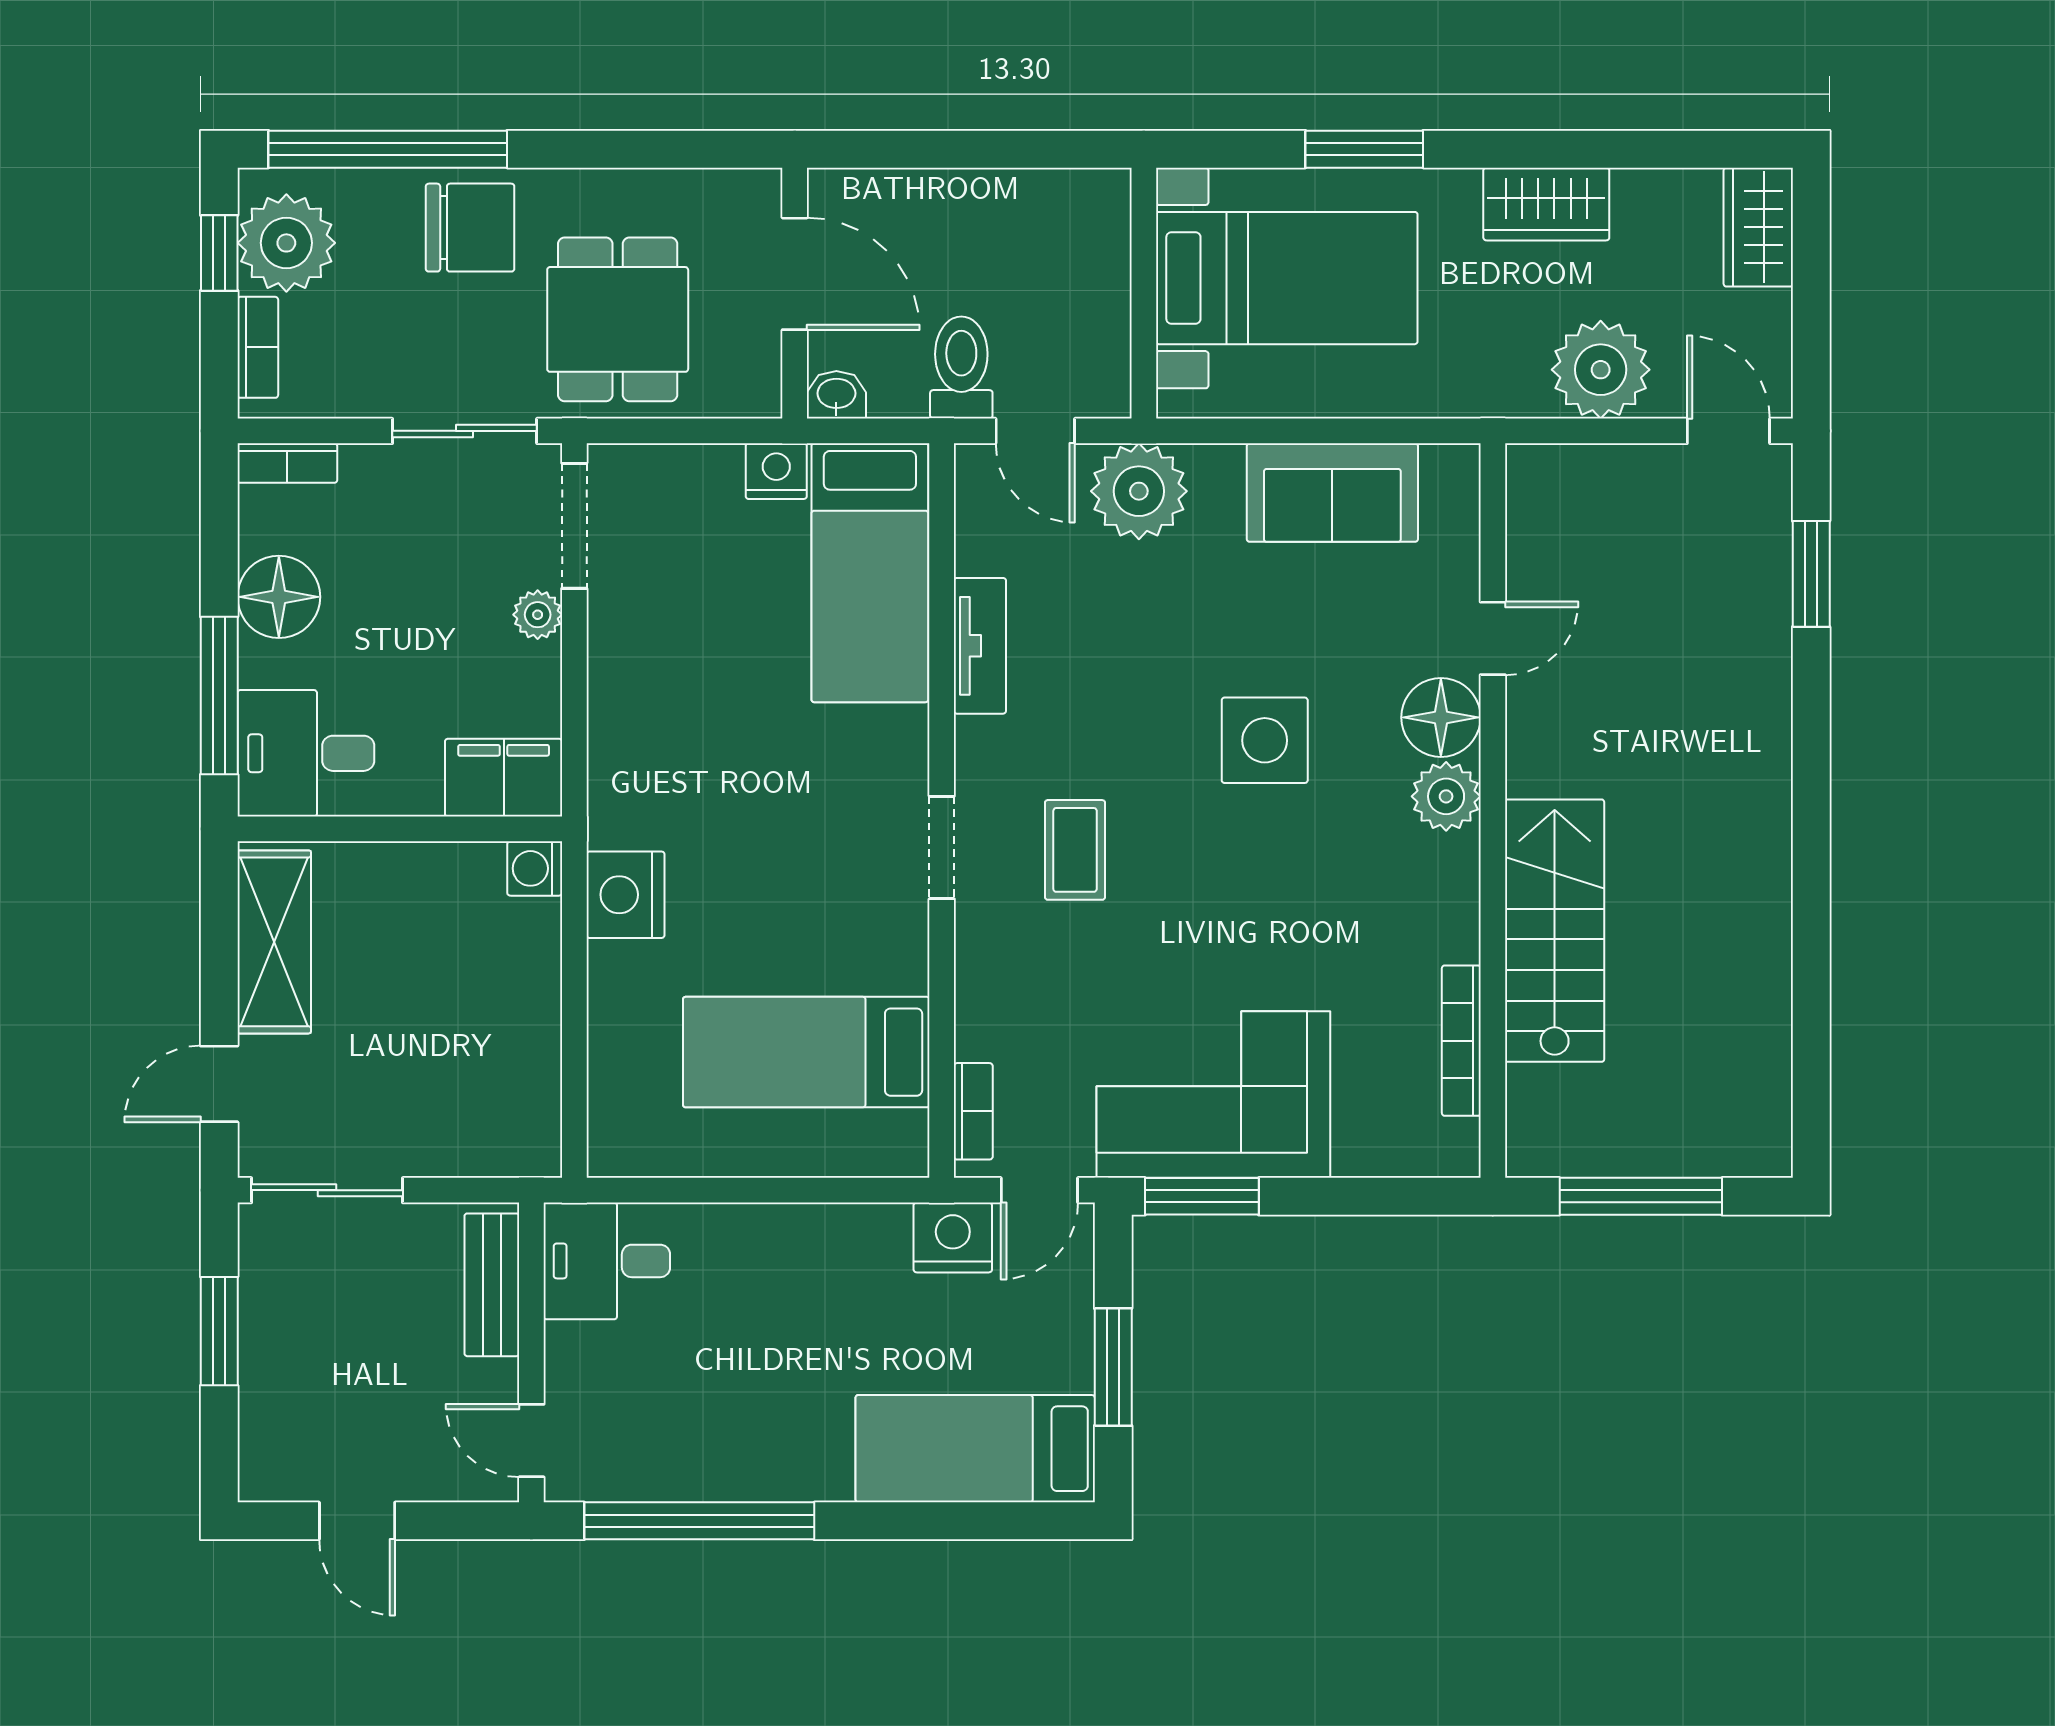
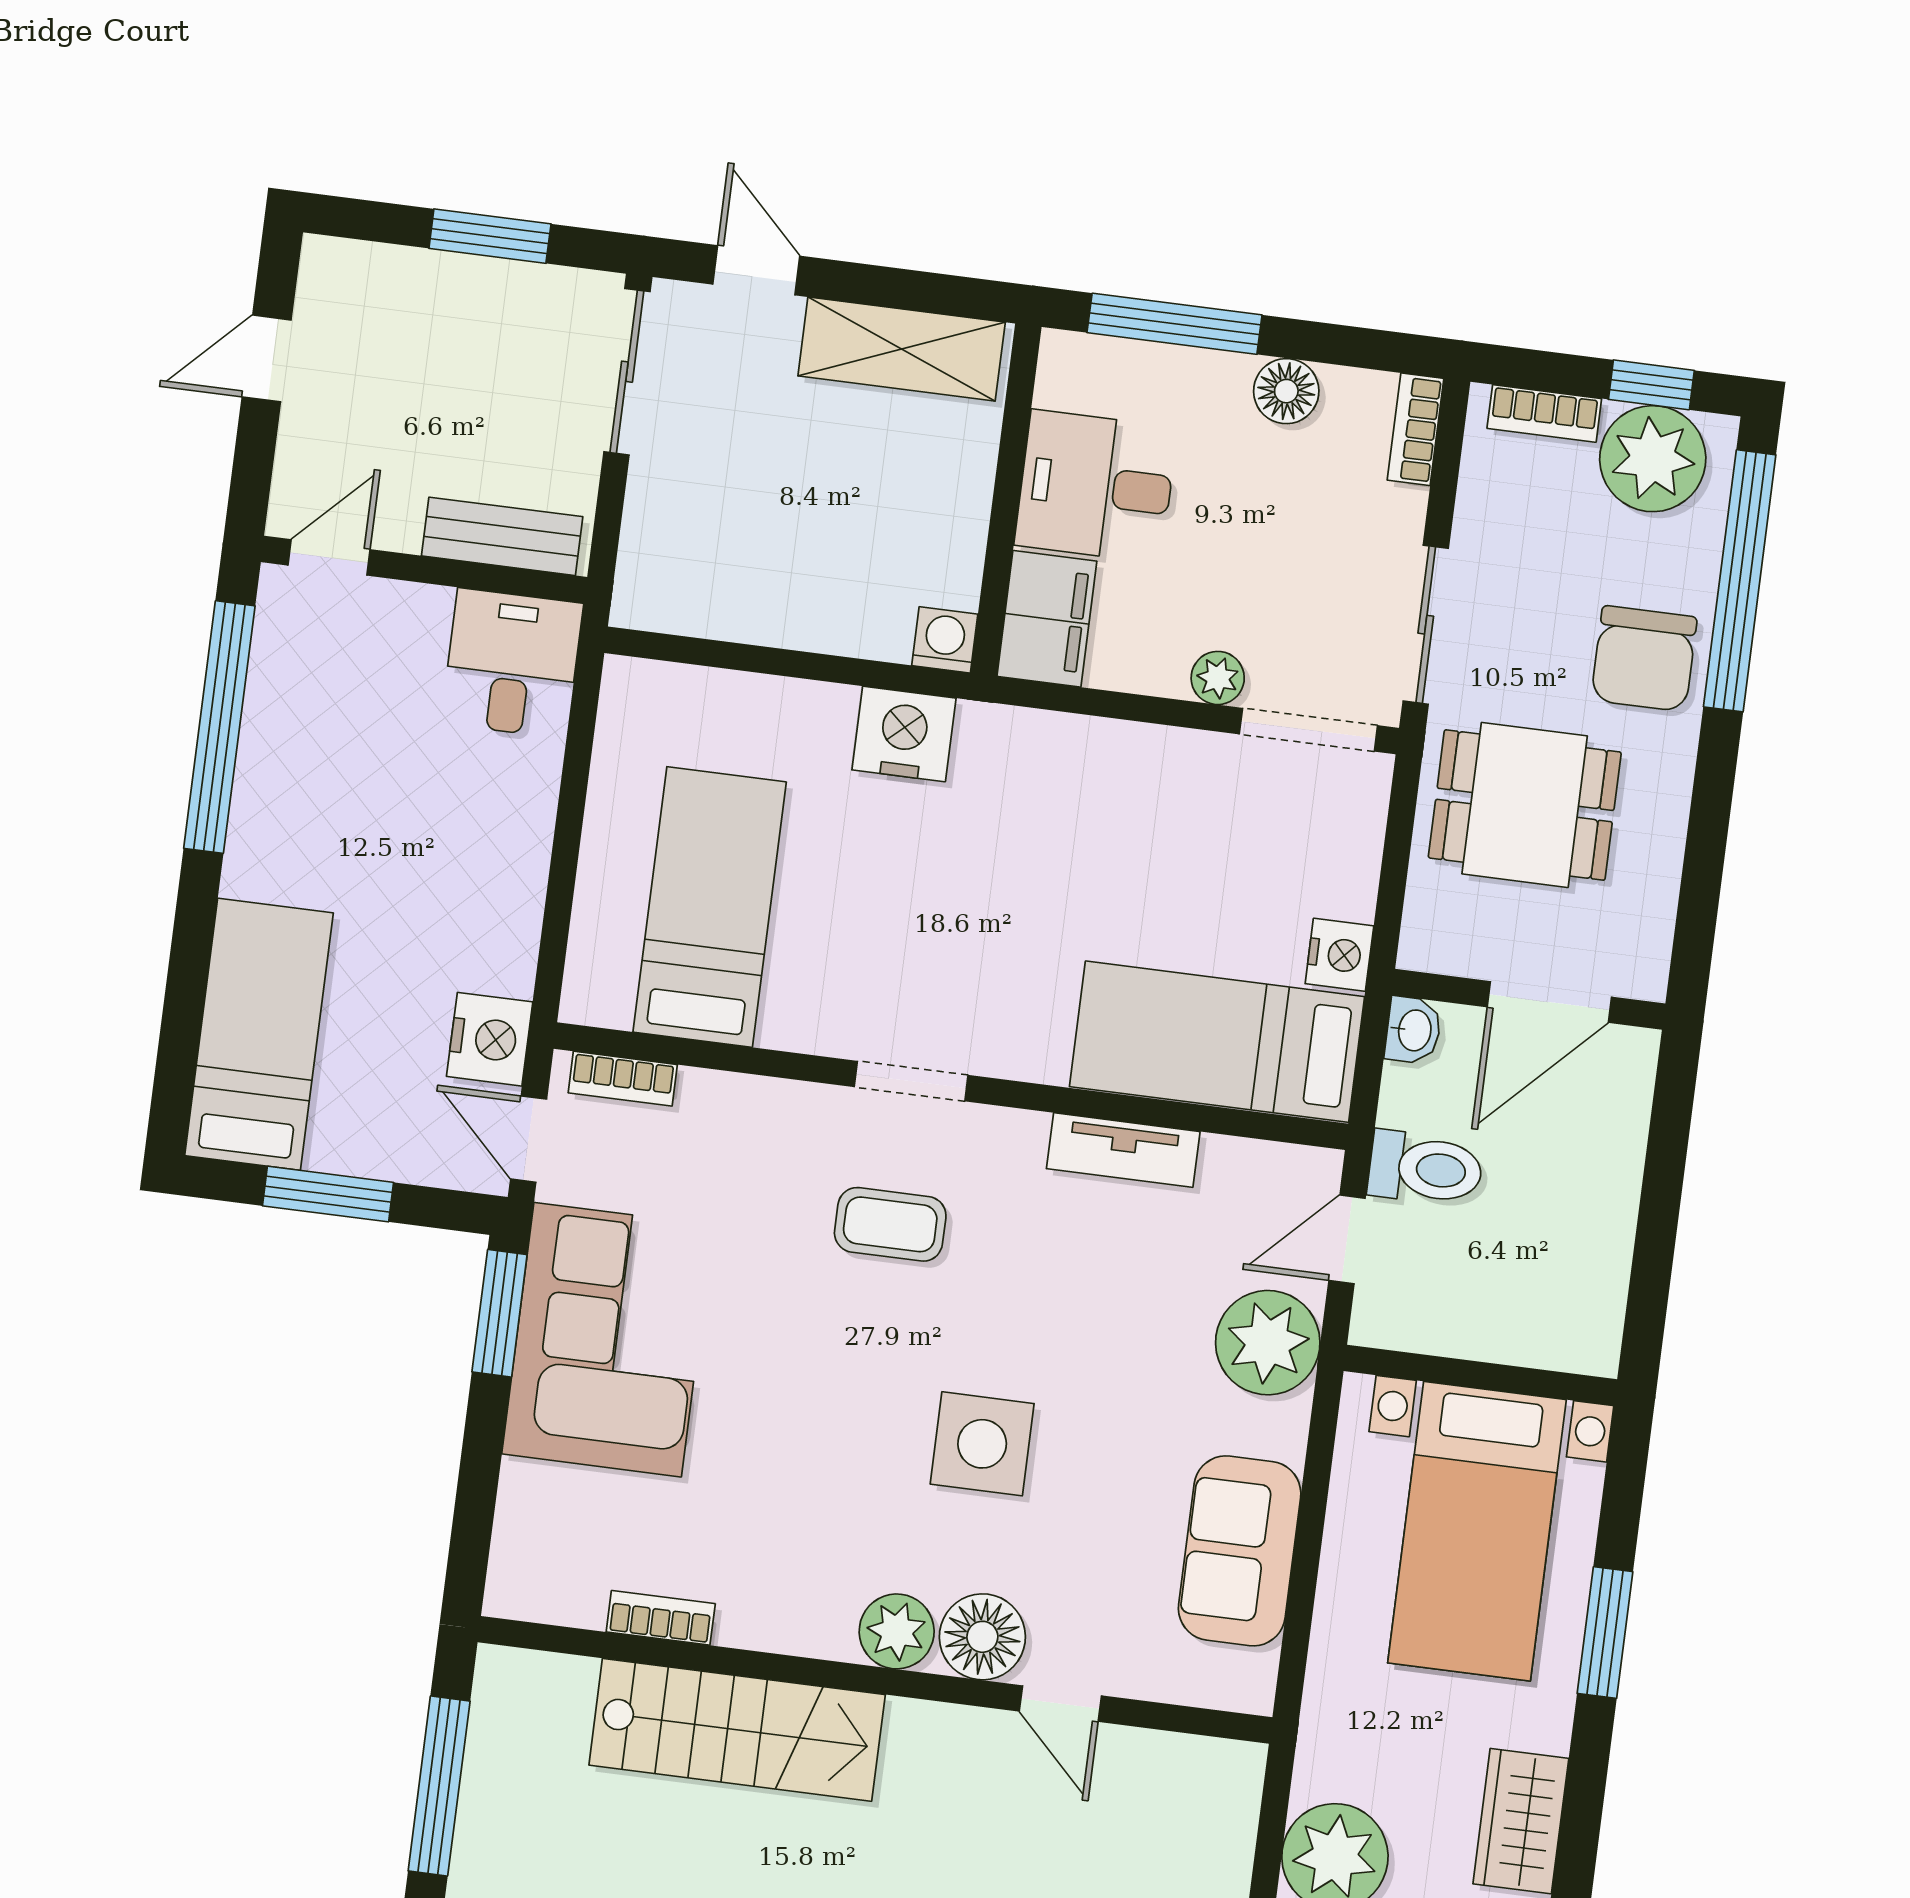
floor lamp: (279, 597) -> (1286, 391), width x0.73, depth x0.73
desk: (306, 753) -> (1096, 486), moved, turned -90
bookcase: (1461, 1041) -> (661, 1618), width x0.64

